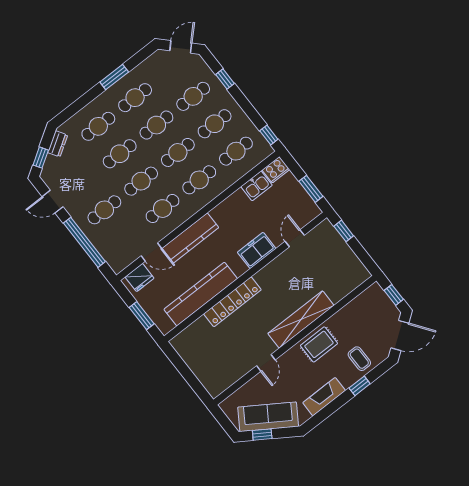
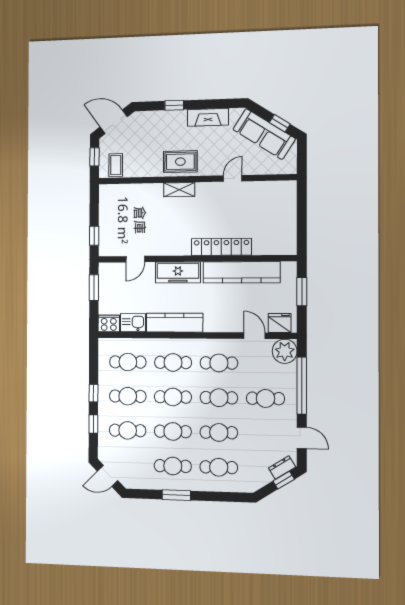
window: (269, 135) -> (93, 393), moved
dresser: (58, 144) -> (282, 468), moved
kitchen counter: (190, 238) -> (175, 323), moved
freezer: (257, 250) -> (178, 272), width x1.40
plant: (118, 259) -> (285, 351), added
shelving: (301, 319) -> (179, 190), width x0.45, depth x0.75
coffee table: (359, 359) -> (116, 165), moved

